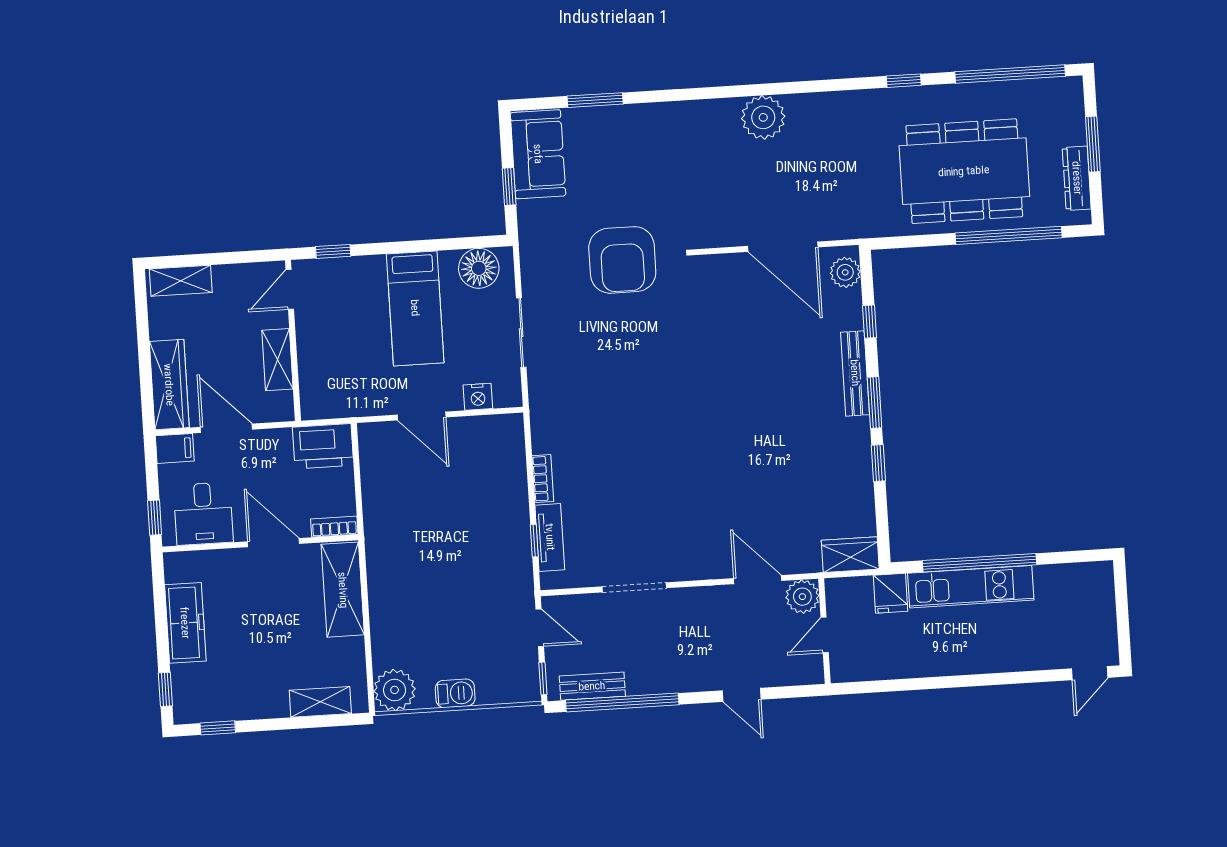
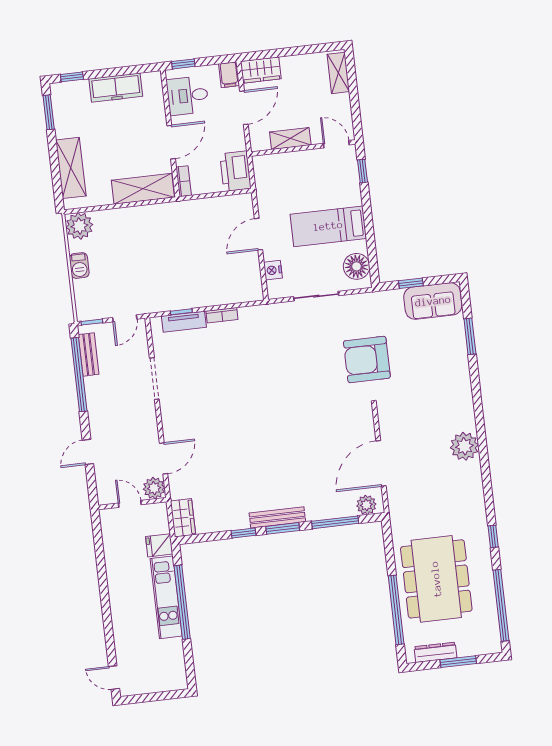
window: (869, 322) -> (335, 522), width x2.17
bench: (855, 373) -> (277, 517), moved
wardrobe: (169, 385) -> (261, 70), width x0.67
shelving: (320, 702) -> (71, 168), width x1.50, depth x1.33
window: (218, 728) -> (49, 112), width x1.50

